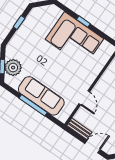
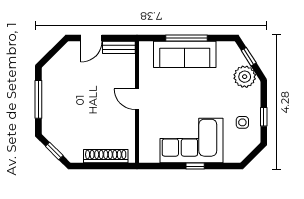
side table: (35, 28) -> (242, 122), added
plant: (13, 68) -> (245, 77), moved
door: (84, 98) -> (137, 99), moved

